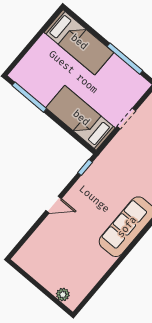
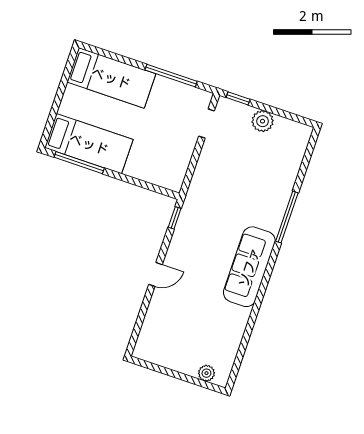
bed: (81, 118) -> (89, 144), moved, turned 180
doorway: (126, 119) -> (207, 124), moved

